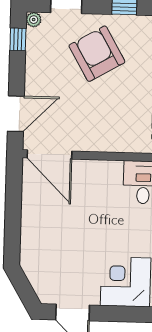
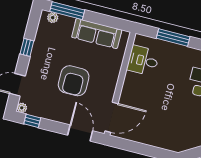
armchair: (97, 54) -> (74, 81), moved, turned -60

